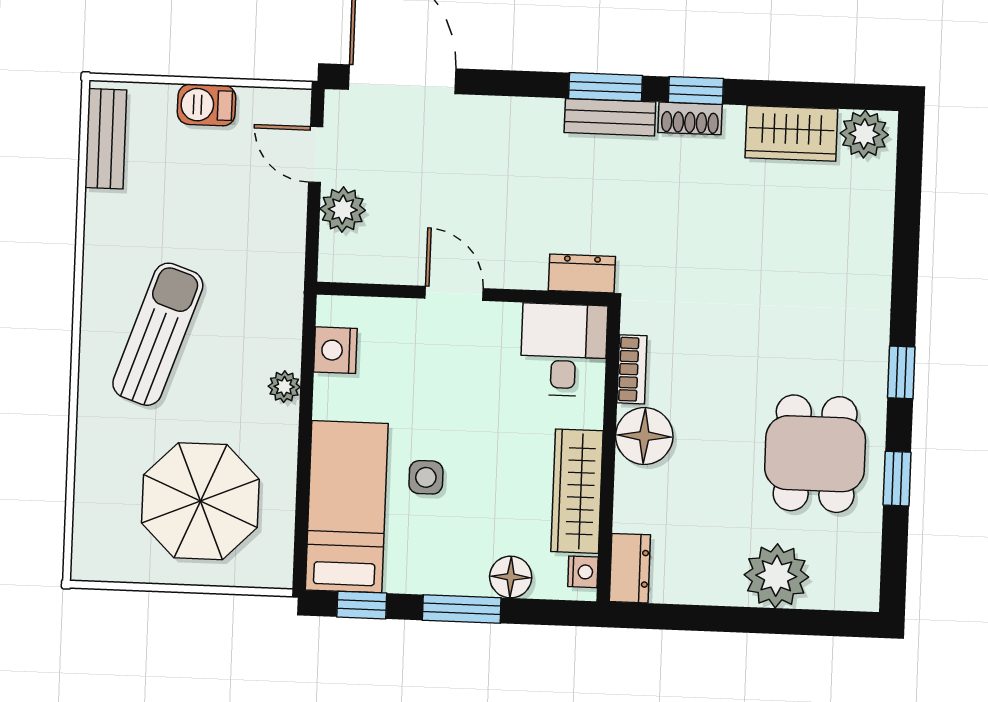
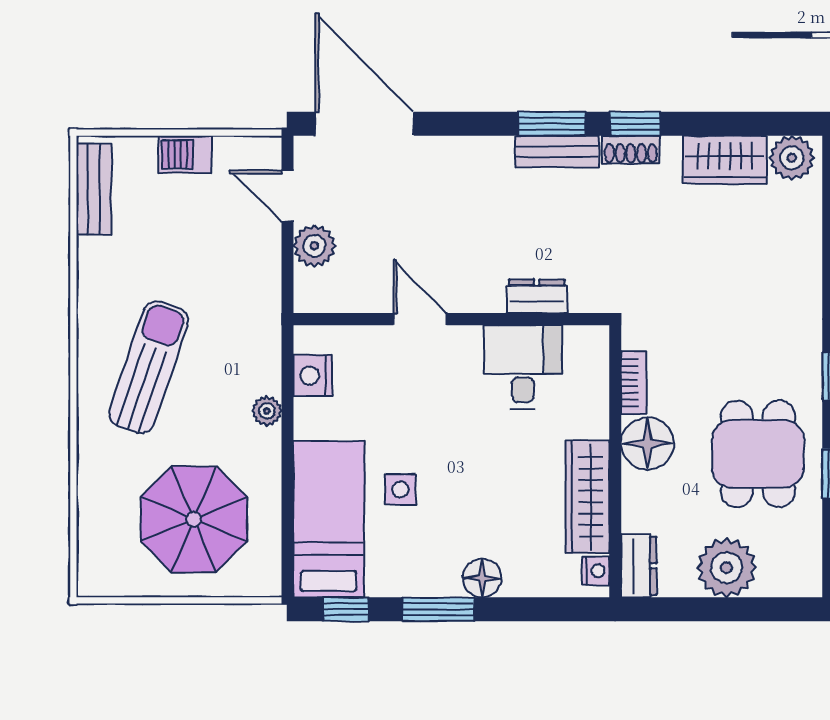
bookcase: (632, 369) -> (634, 383), moved
floor lamp: (644, 436) -> (647, 444), moved
wall: (609, 454) -> (615, 461), moved
wardrobe: (577, 491) -> (587, 497), moved
dresser: (630, 568) -> (639, 566), moved
nightstand: (583, 572) -> (596, 571), moved

